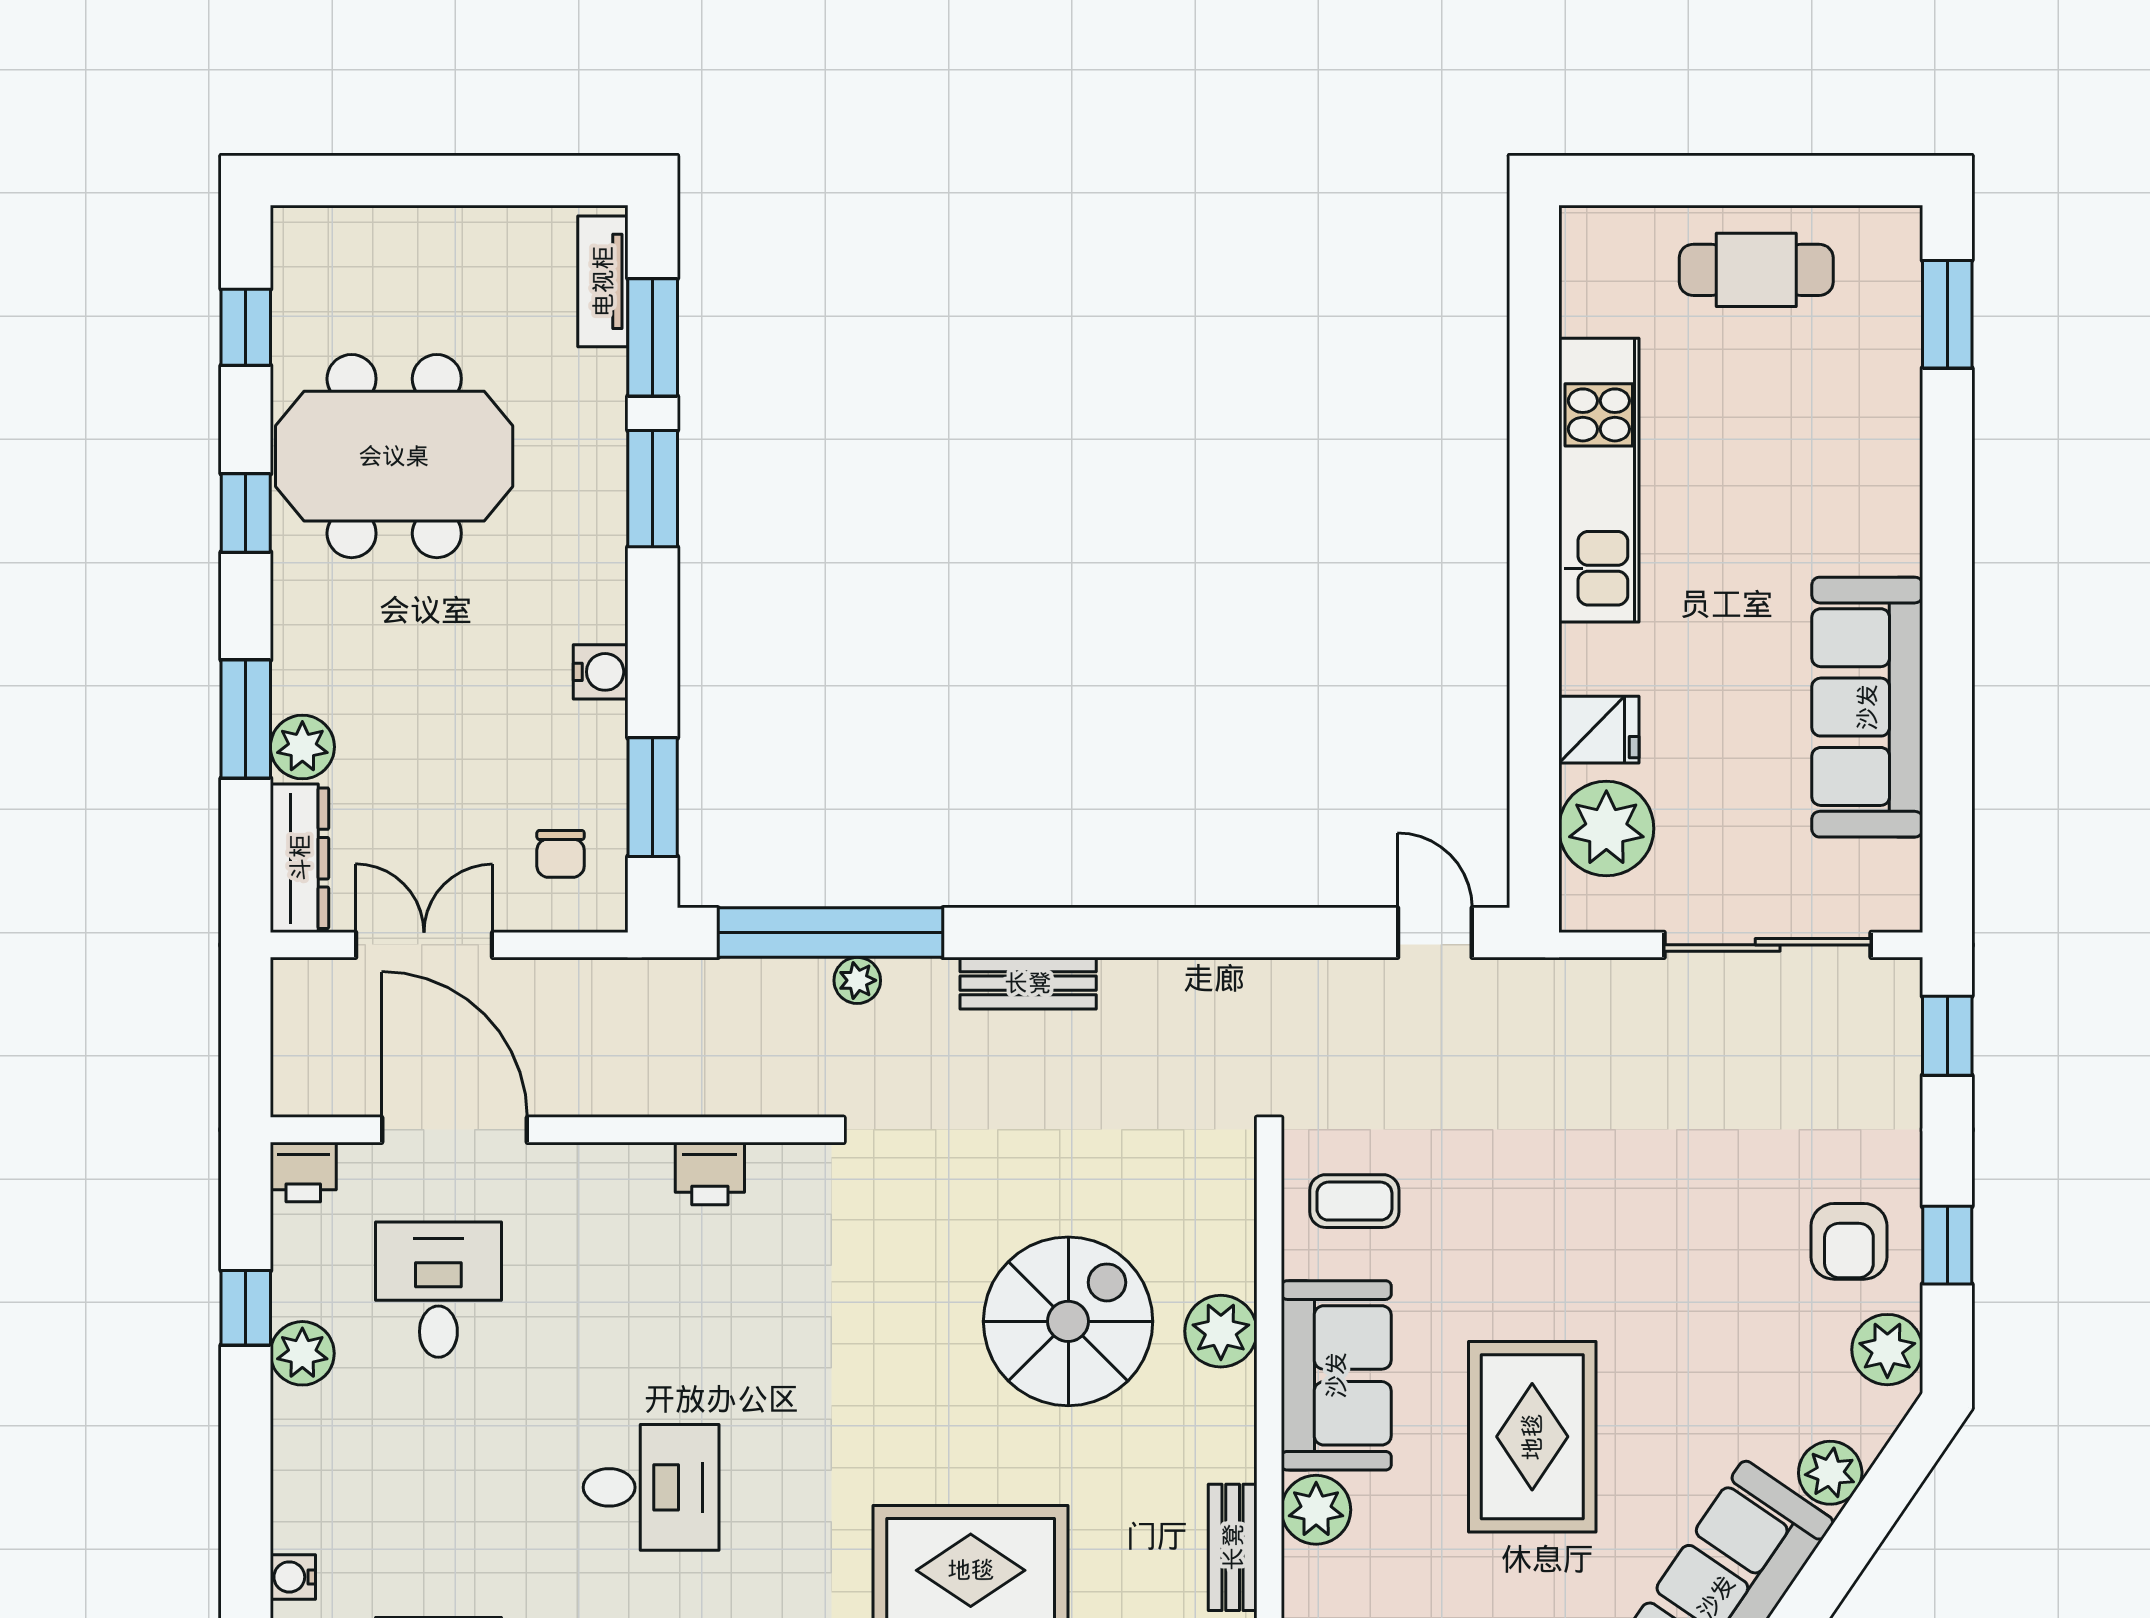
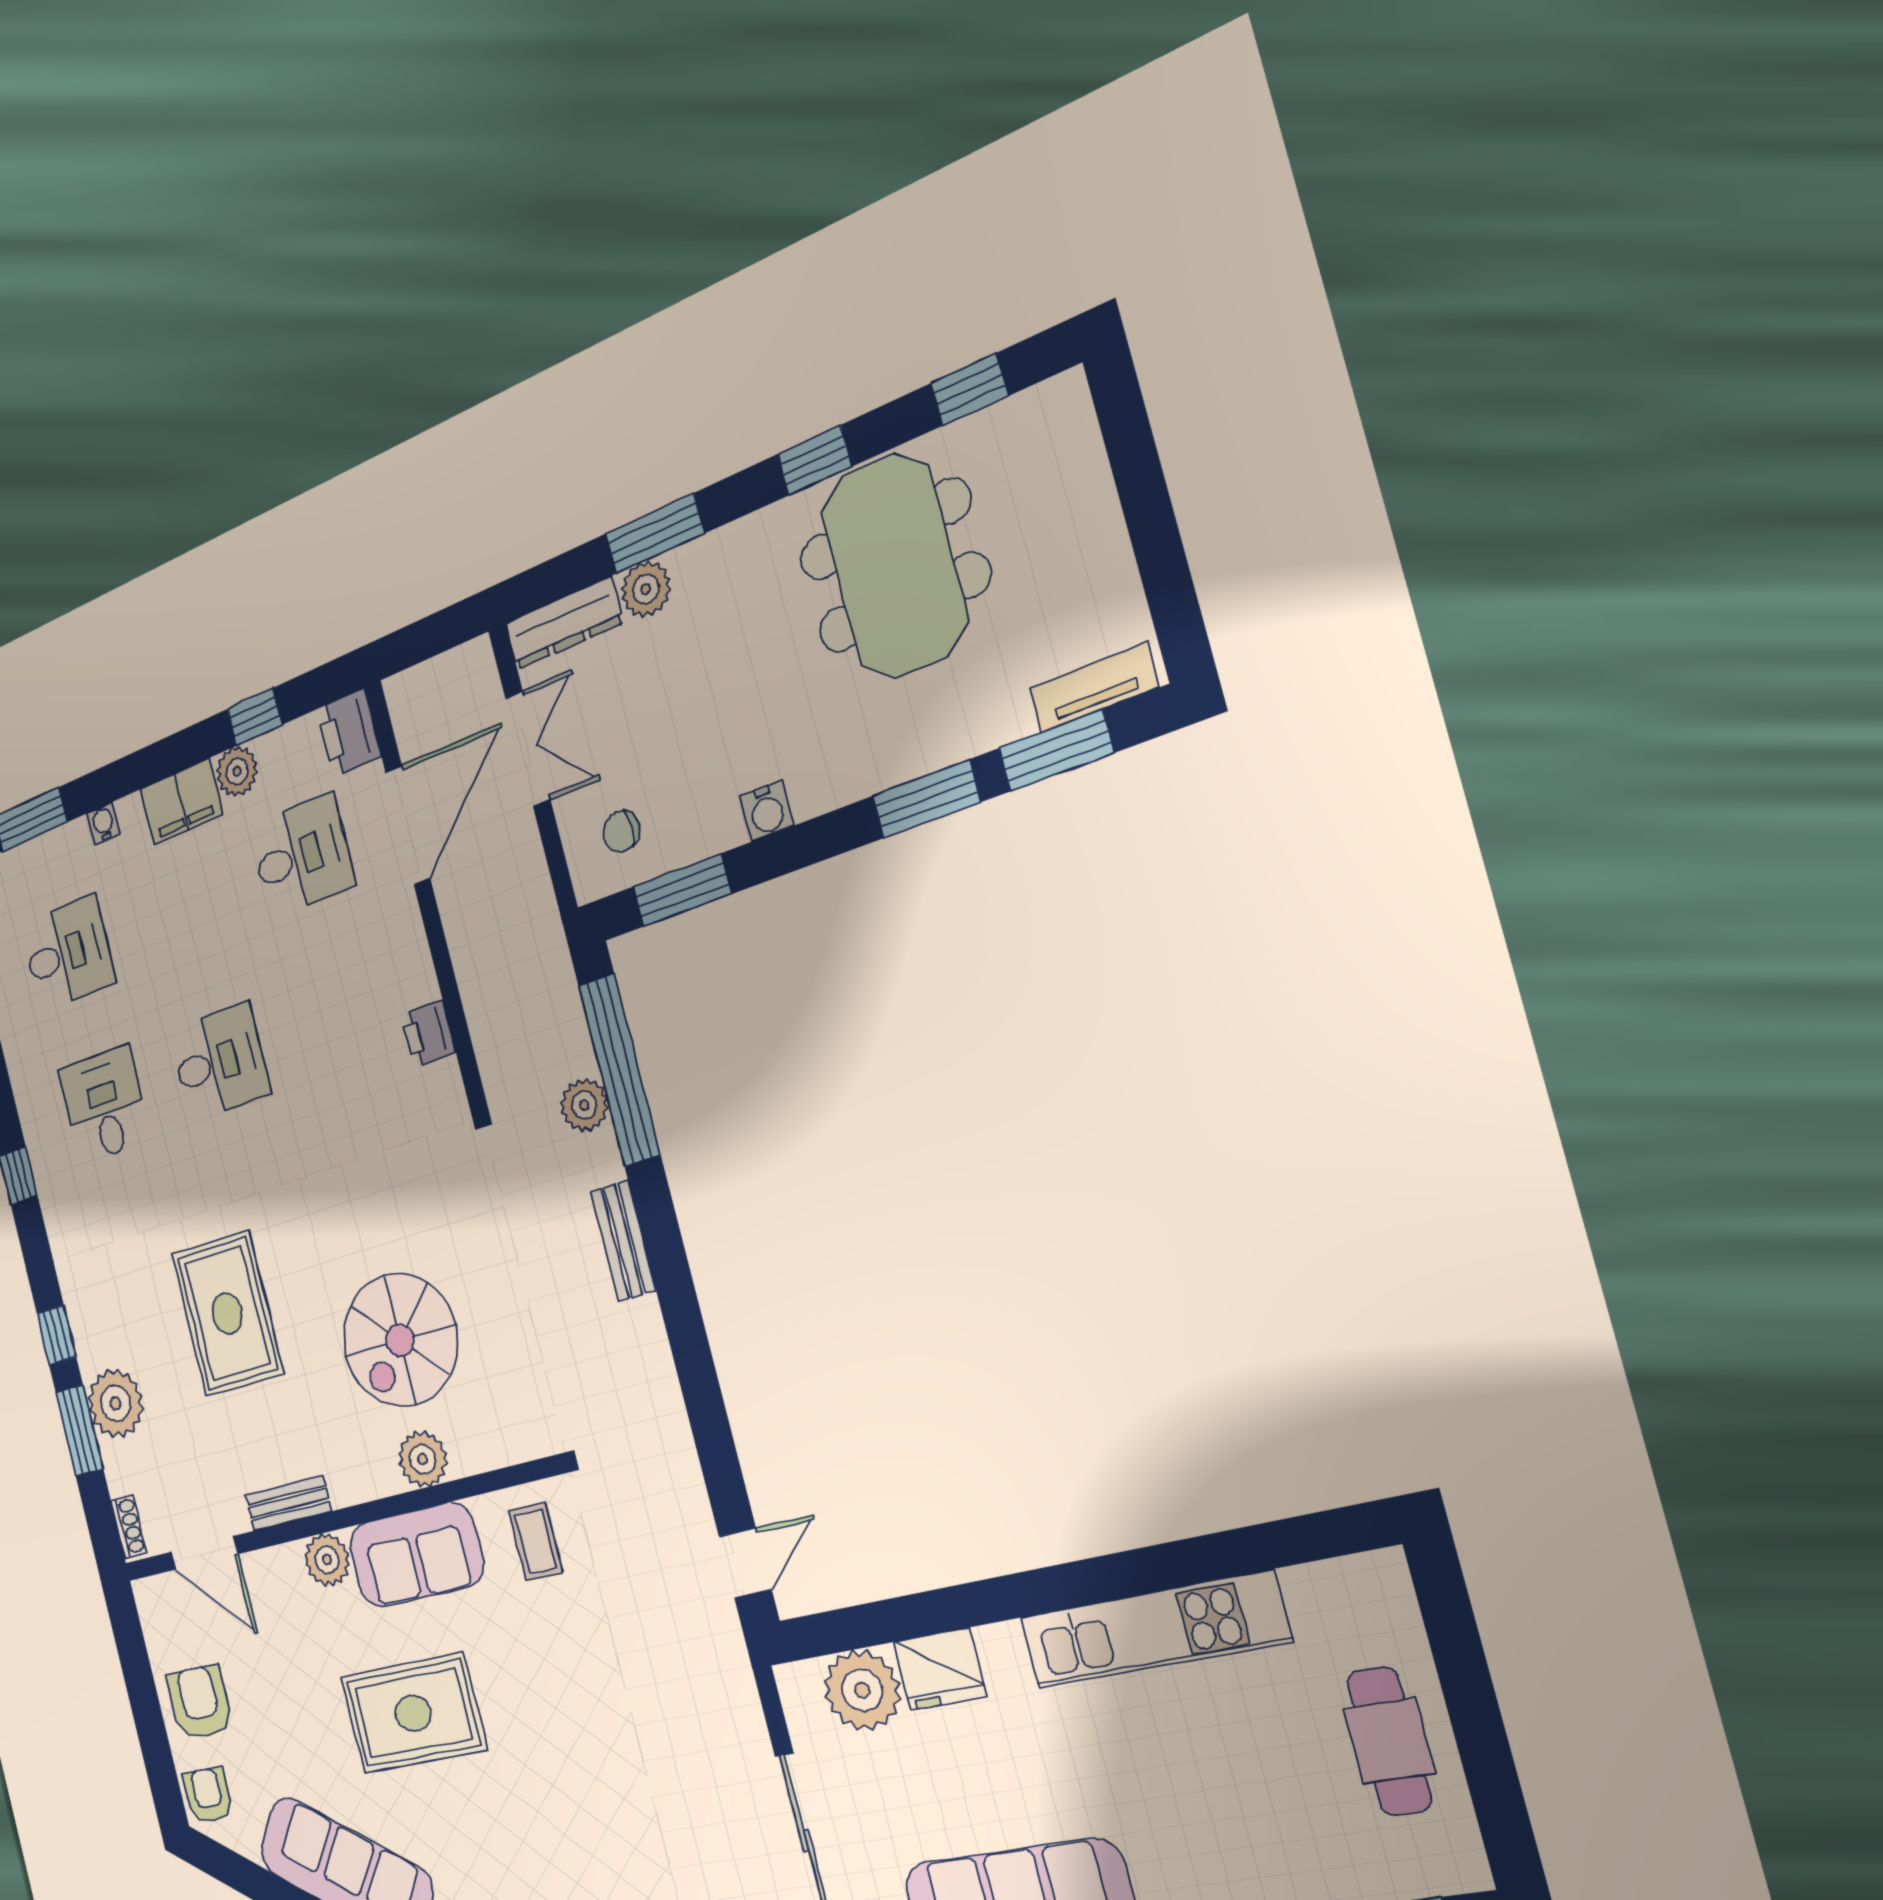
fridge: (1599, 730) -> (940, 1669), width x1.38
plant: (857, 980) -> (584, 1105), width x1.38, depth x1.38
printer: (303, 1172) -> (349, 732), width x1.36, depth x1.24
spiral stairs: (1068, 1321) -> (400, 1340), turned 90
filing cabinet: (309, 1448) -> (181, 802), added
desk: (651, 1487) -> (219, 1062), turned -90

